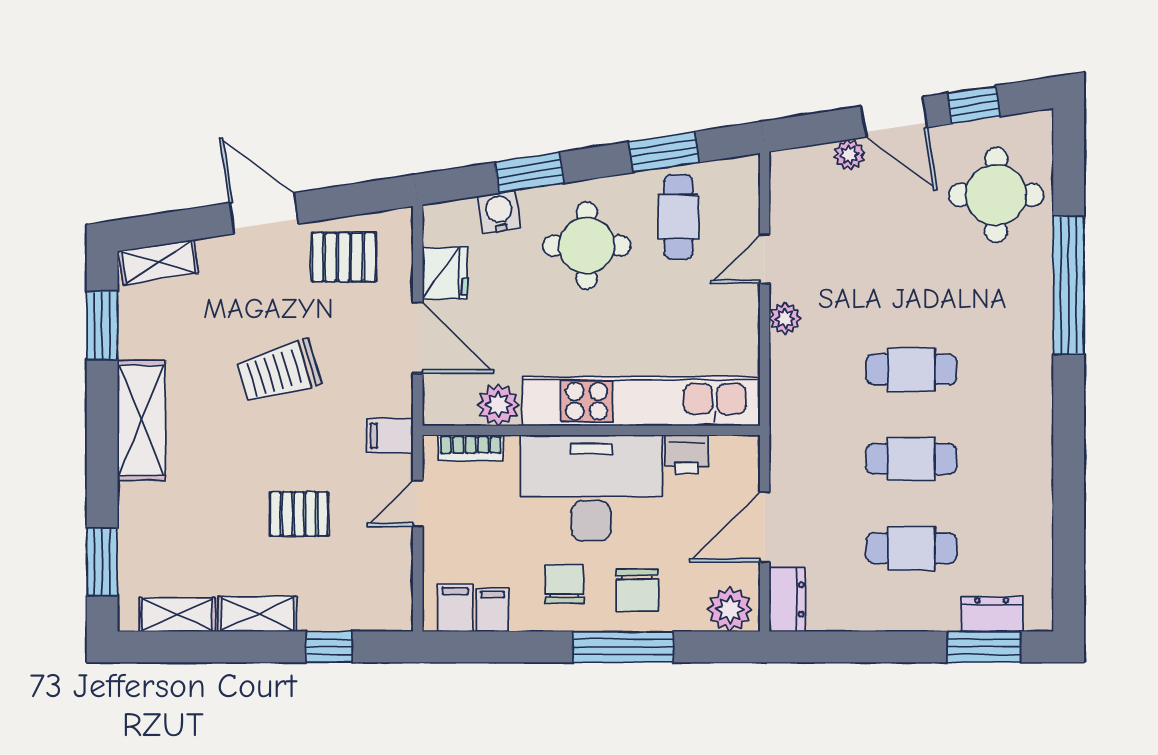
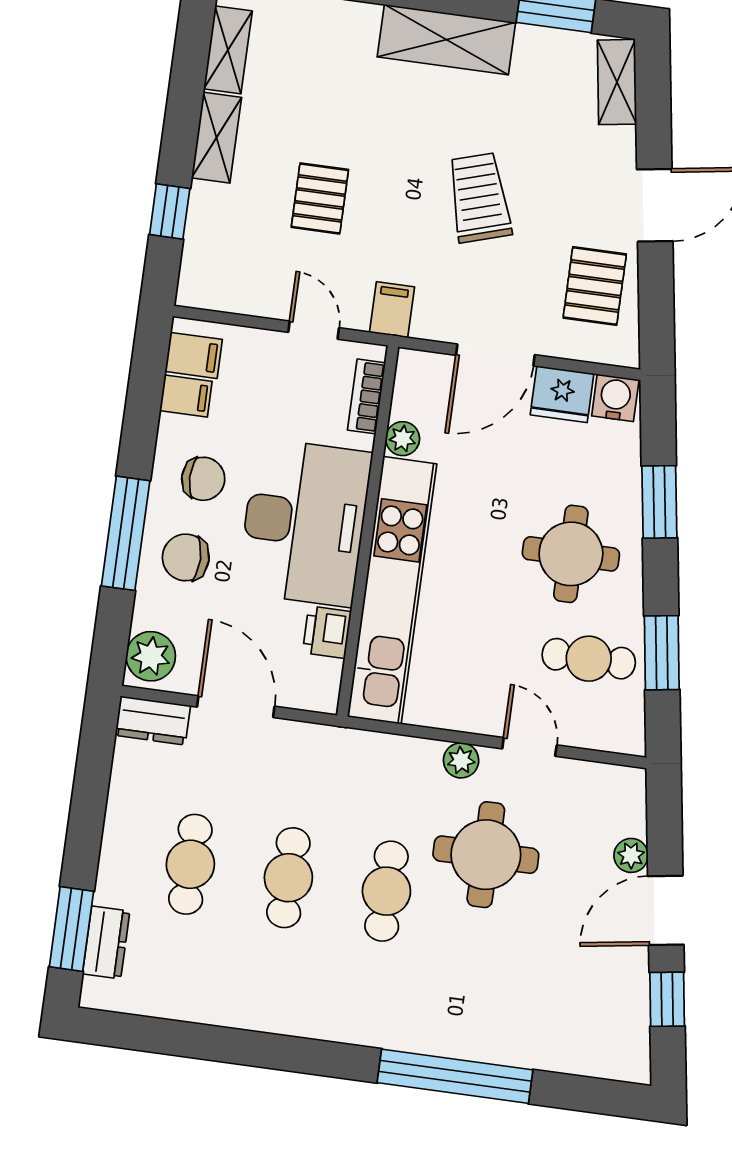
round table: (996, 195) -> (486, 855), moved
water cooler: (499, 212) -> (615, 398), moved, turned -81
plant: (498, 405) -> (403, 439), width x0.73, depth x0.73

